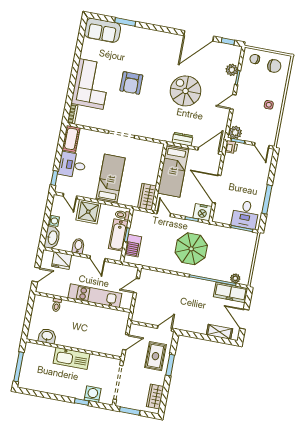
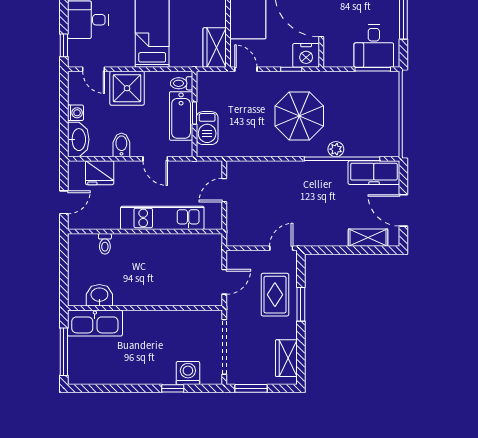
plant: (235, 278) -> (336, 149), moved
kitchen sink: (72, 358) -> (95, 323), moved

